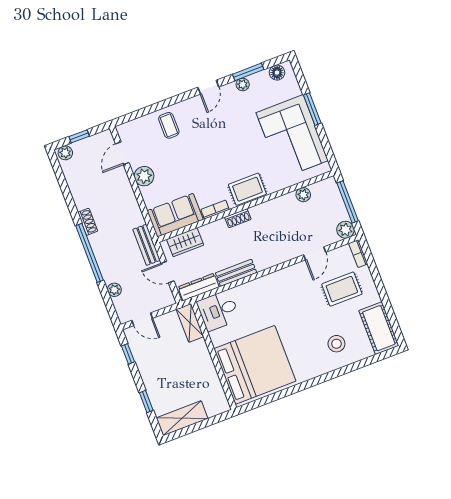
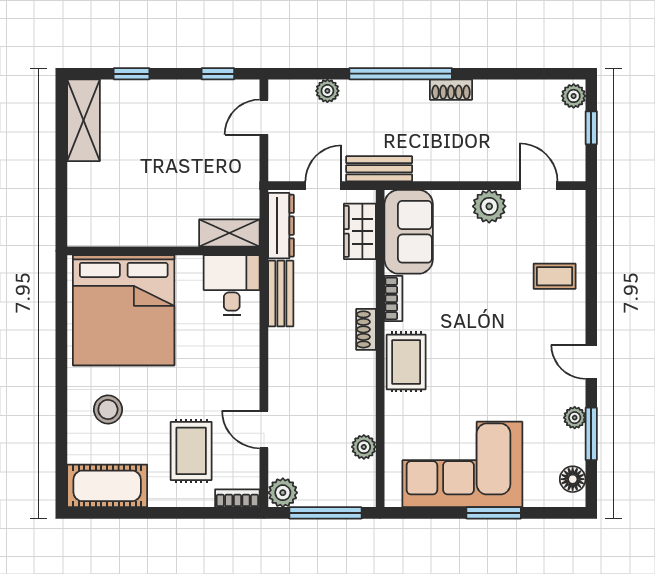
desk: (218, 311) -> (232, 285), moved
shelving: (190, 323) -> (229, 233), moved
wall: (214, 356) -> (163, 251), moved
bed: (255, 365) -> (124, 310), moved

